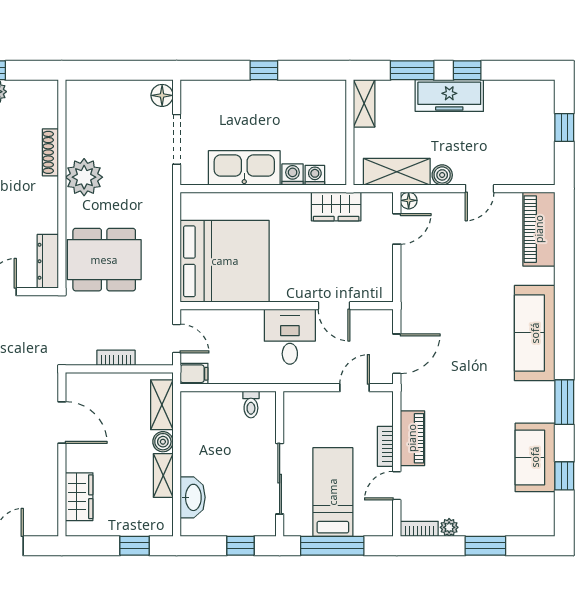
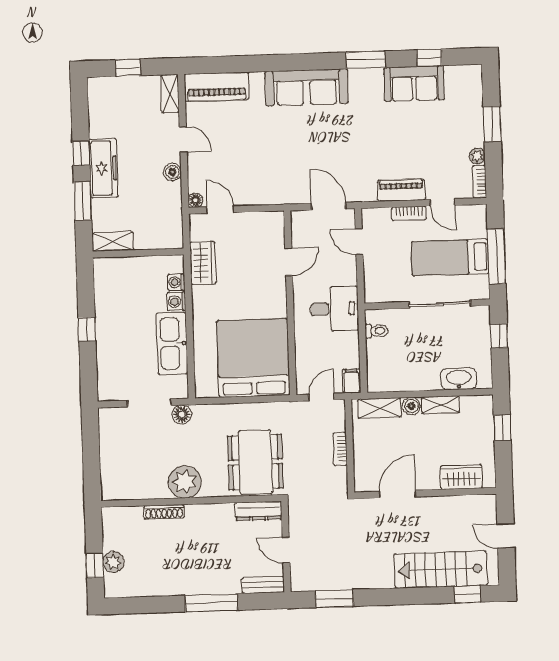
floor lamp: (162, 95) -> (182, 414), moved
shelving: (397, 172) -> (170, 94), moved, width x0.67, depth x0.75
desk: (290, 337) -> (334, 309), moved, turned 180

